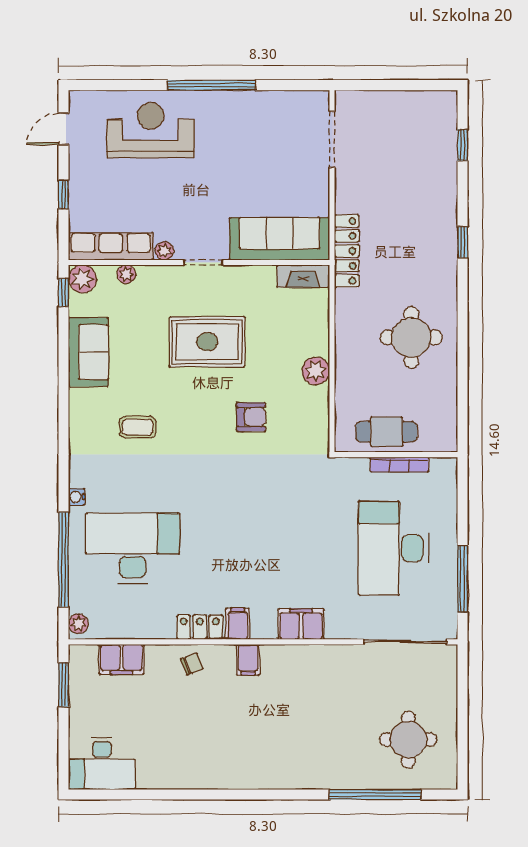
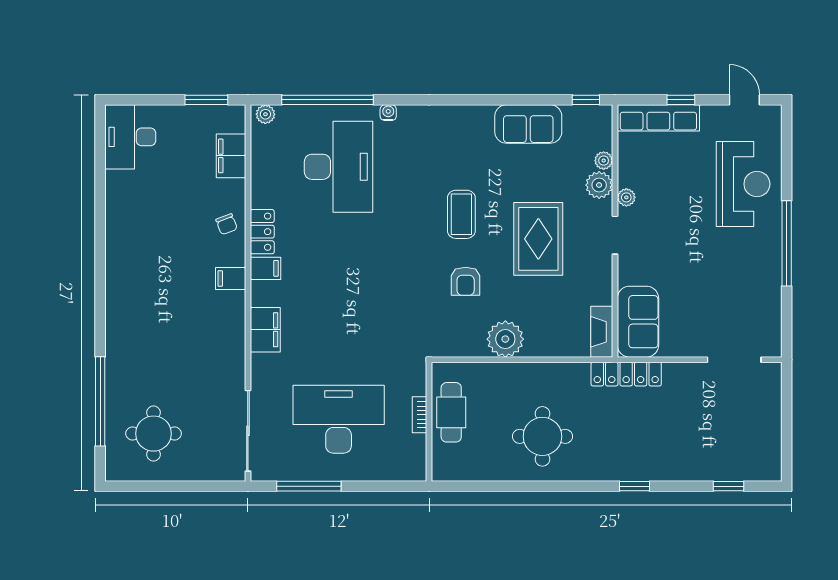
sofa: (279, 239) -> (638, 322), width x0.73
row of seats: (111, 246) -> (658, 118), moved, turned 90
plant: (82, 279) -> (599, 185), moved
plant: (316, 371) -> (505, 339), width x1.36, depth x1.36
coffee table: (138, 427) -> (461, 214), moved, width x1.36, depth x1.30
bookcase: (399, 465) -> (419, 415), width x0.64

